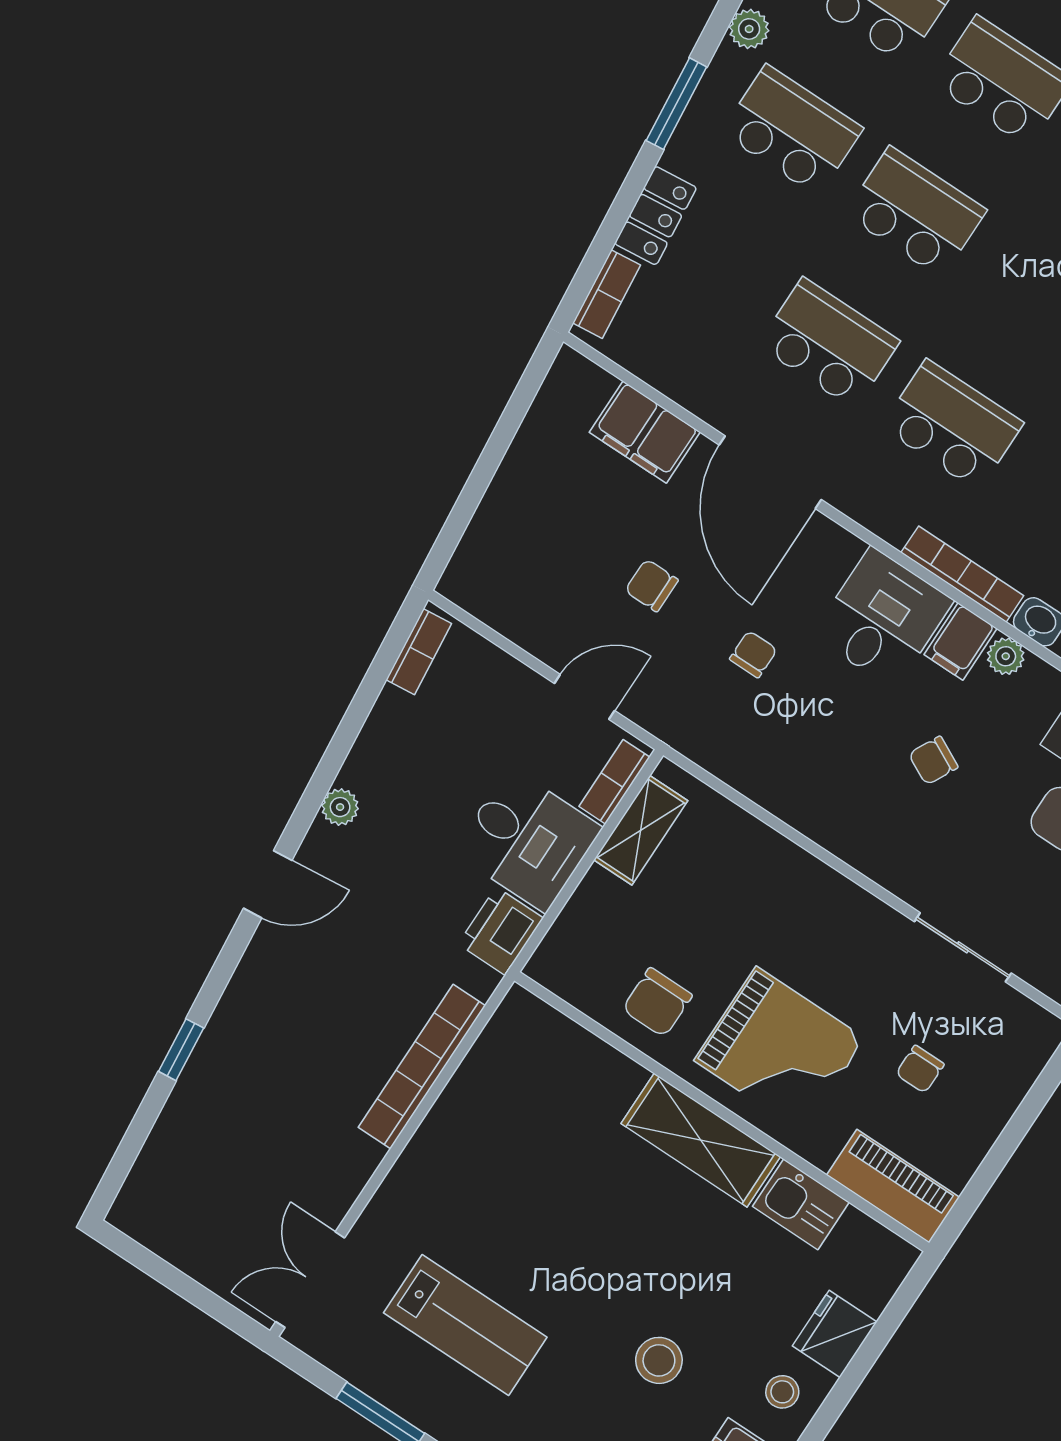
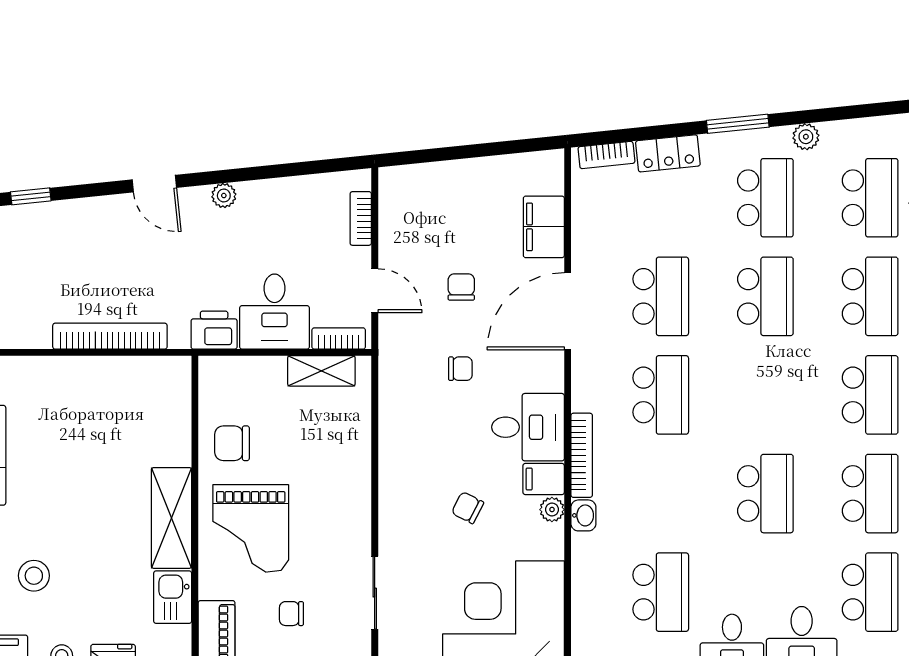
bookcase: (419, 652) -> (361, 218), moved, turned 96

